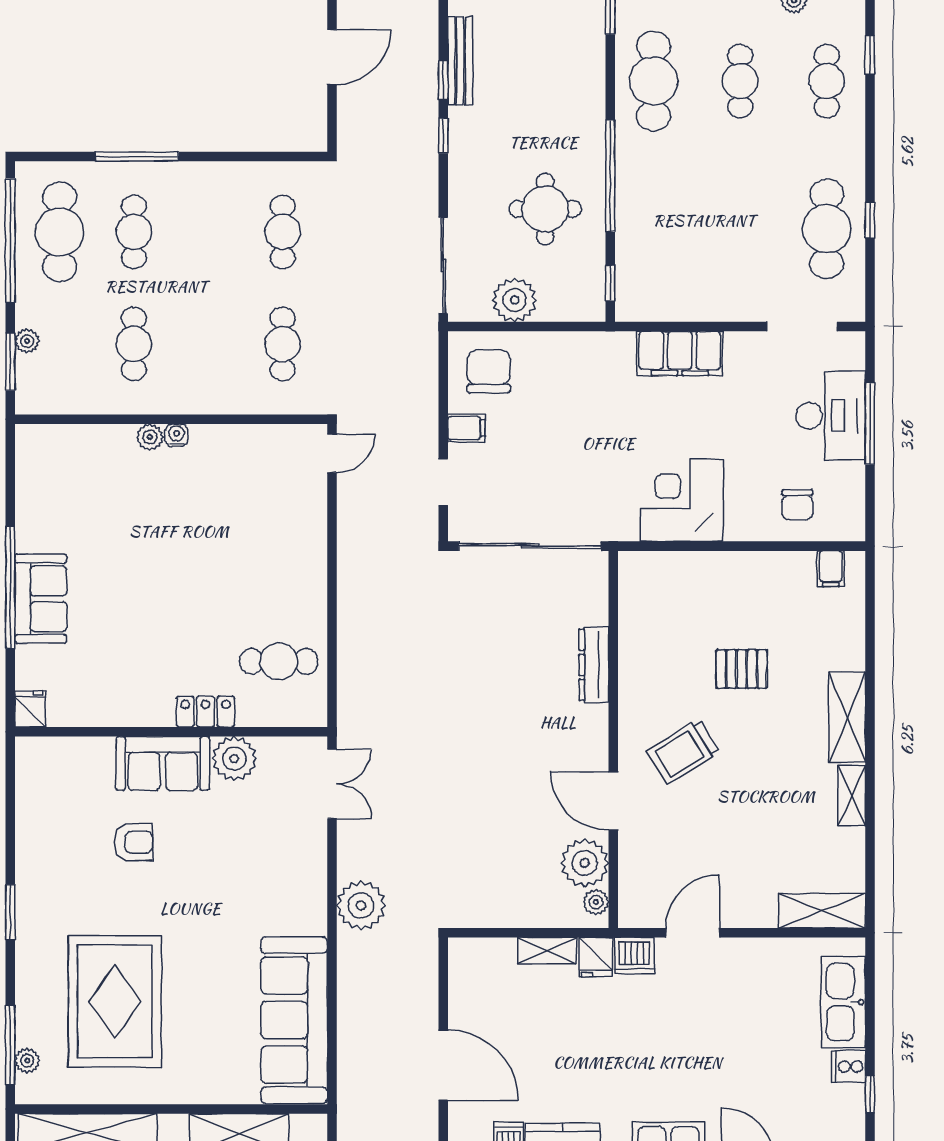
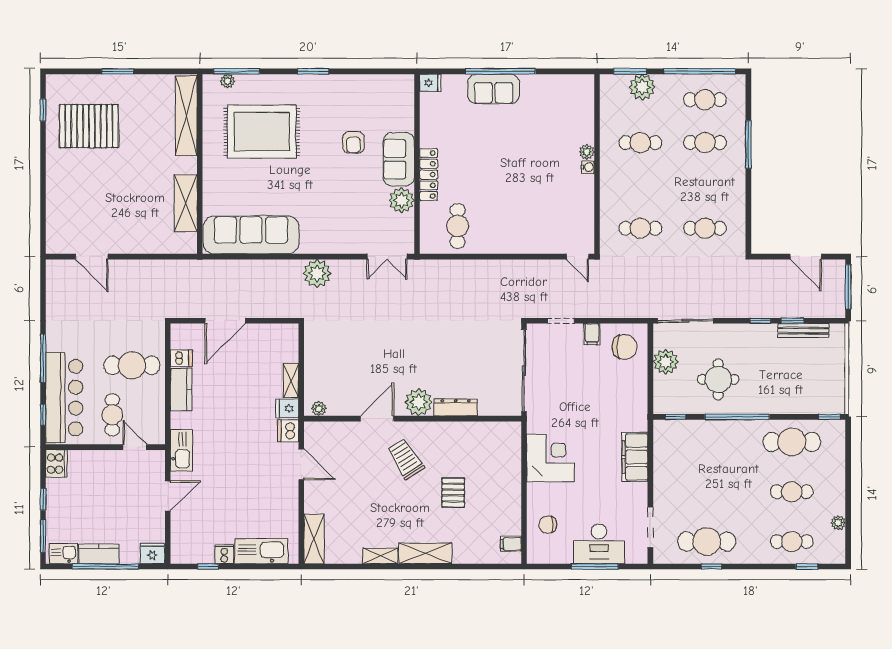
cafe table: (60, 232) -> (705, 100), width x0.73, depth x0.74
plant: (27, 341) -> (642, 87), width x1.87, depth x1.87
locker: (206, 712) -> (429, 175), width x1.53
plant: (585, 863) -> (419, 402), moved

